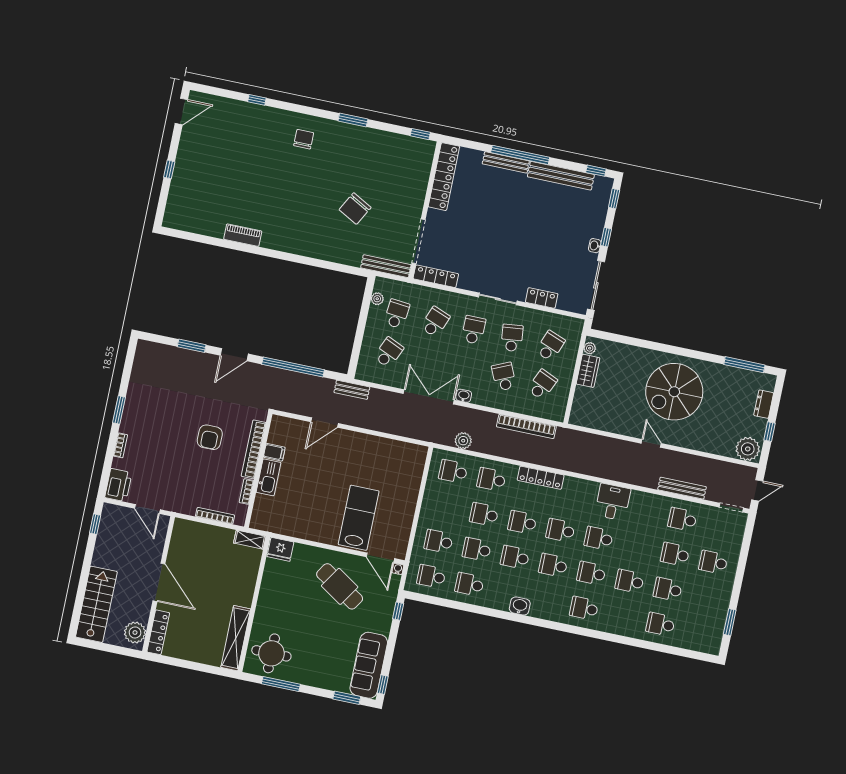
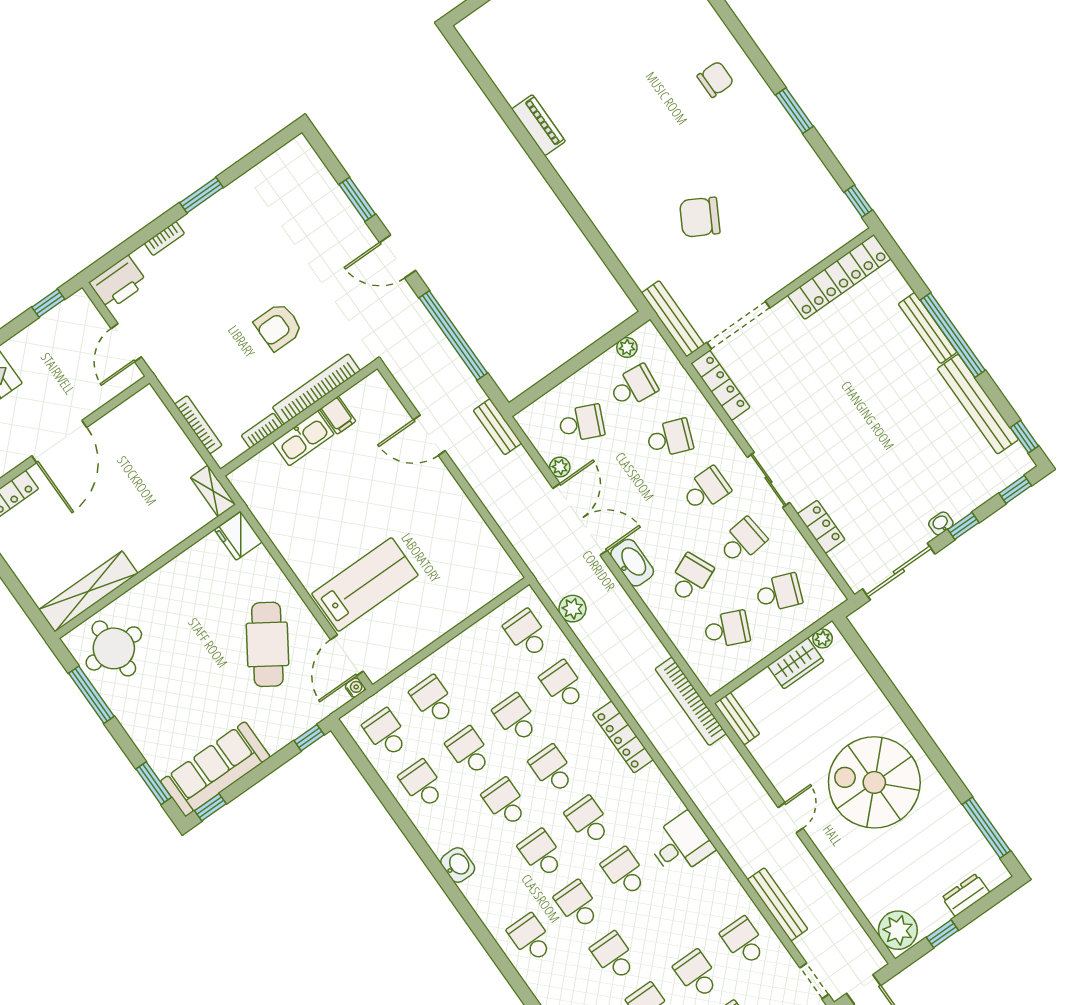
plant: (397, 382) -> (560, 467), added
washbasin: (464, 396) -> (632, 563), width x1.91, depth x1.45
bench: (585, 421) -> (737, 719), added
bookcase: (526, 426) -> (691, 701), moved

